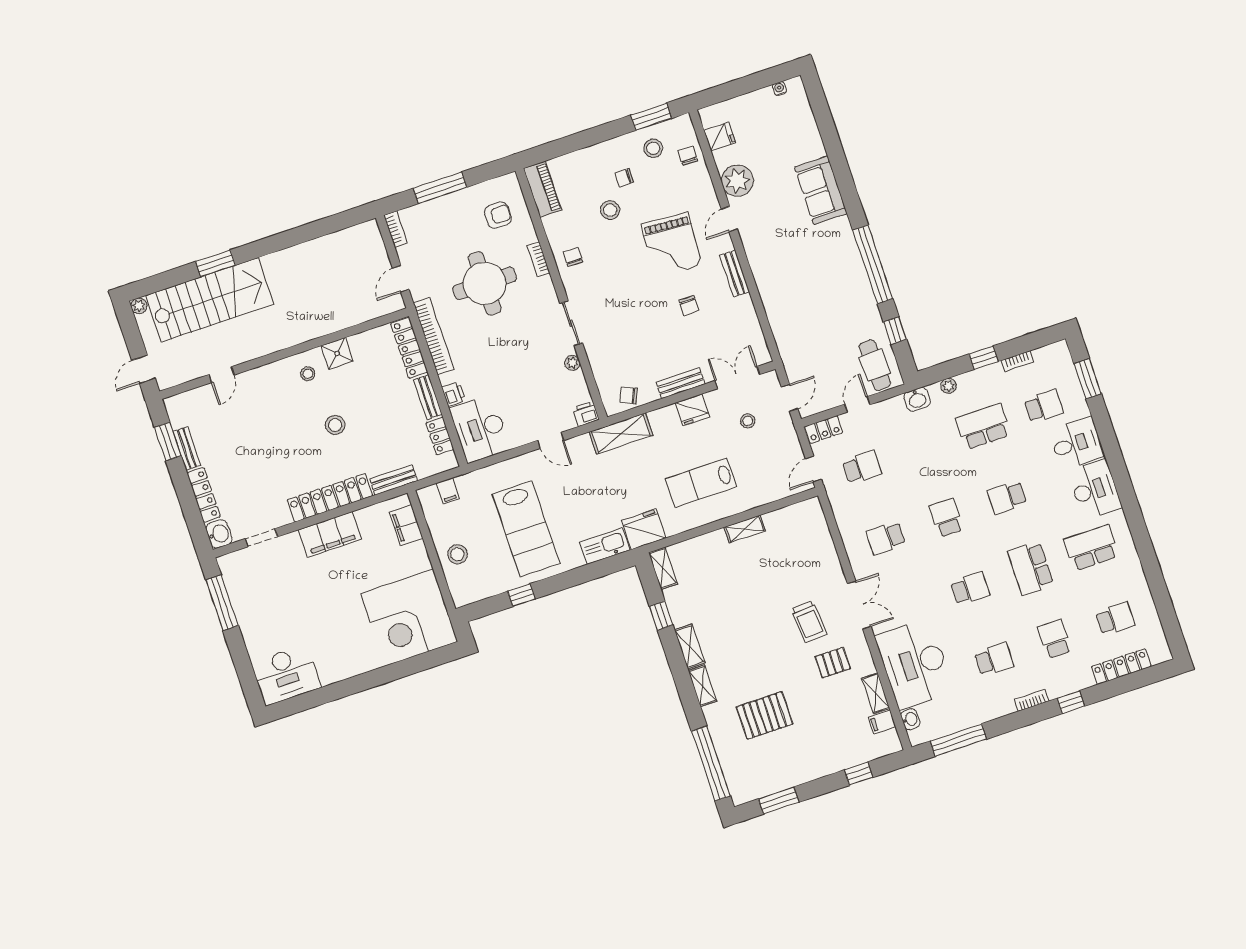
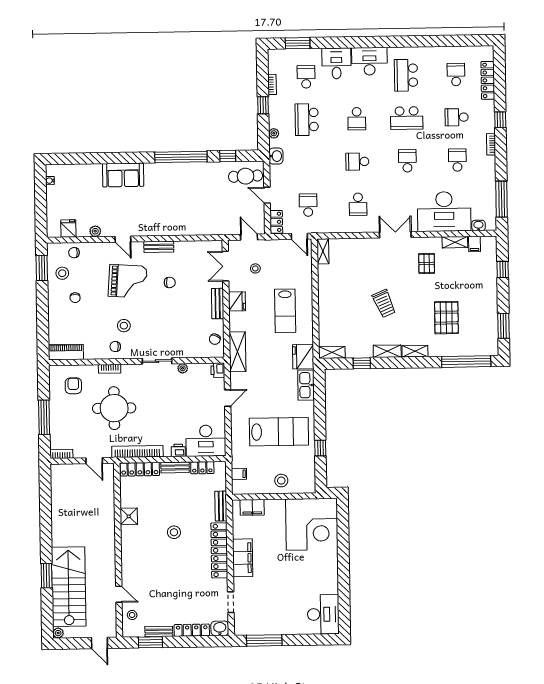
plant: (737, 181) -> (95, 231), width x0.53, depth x0.53
stool: (610, 210) -> (124, 326), moved
stool: (308, 374) -> (132, 615), moved
shelving: (745, 529) -> (323, 251), moved
trolley: (809, 622) -> (384, 303), moved, turned 71

